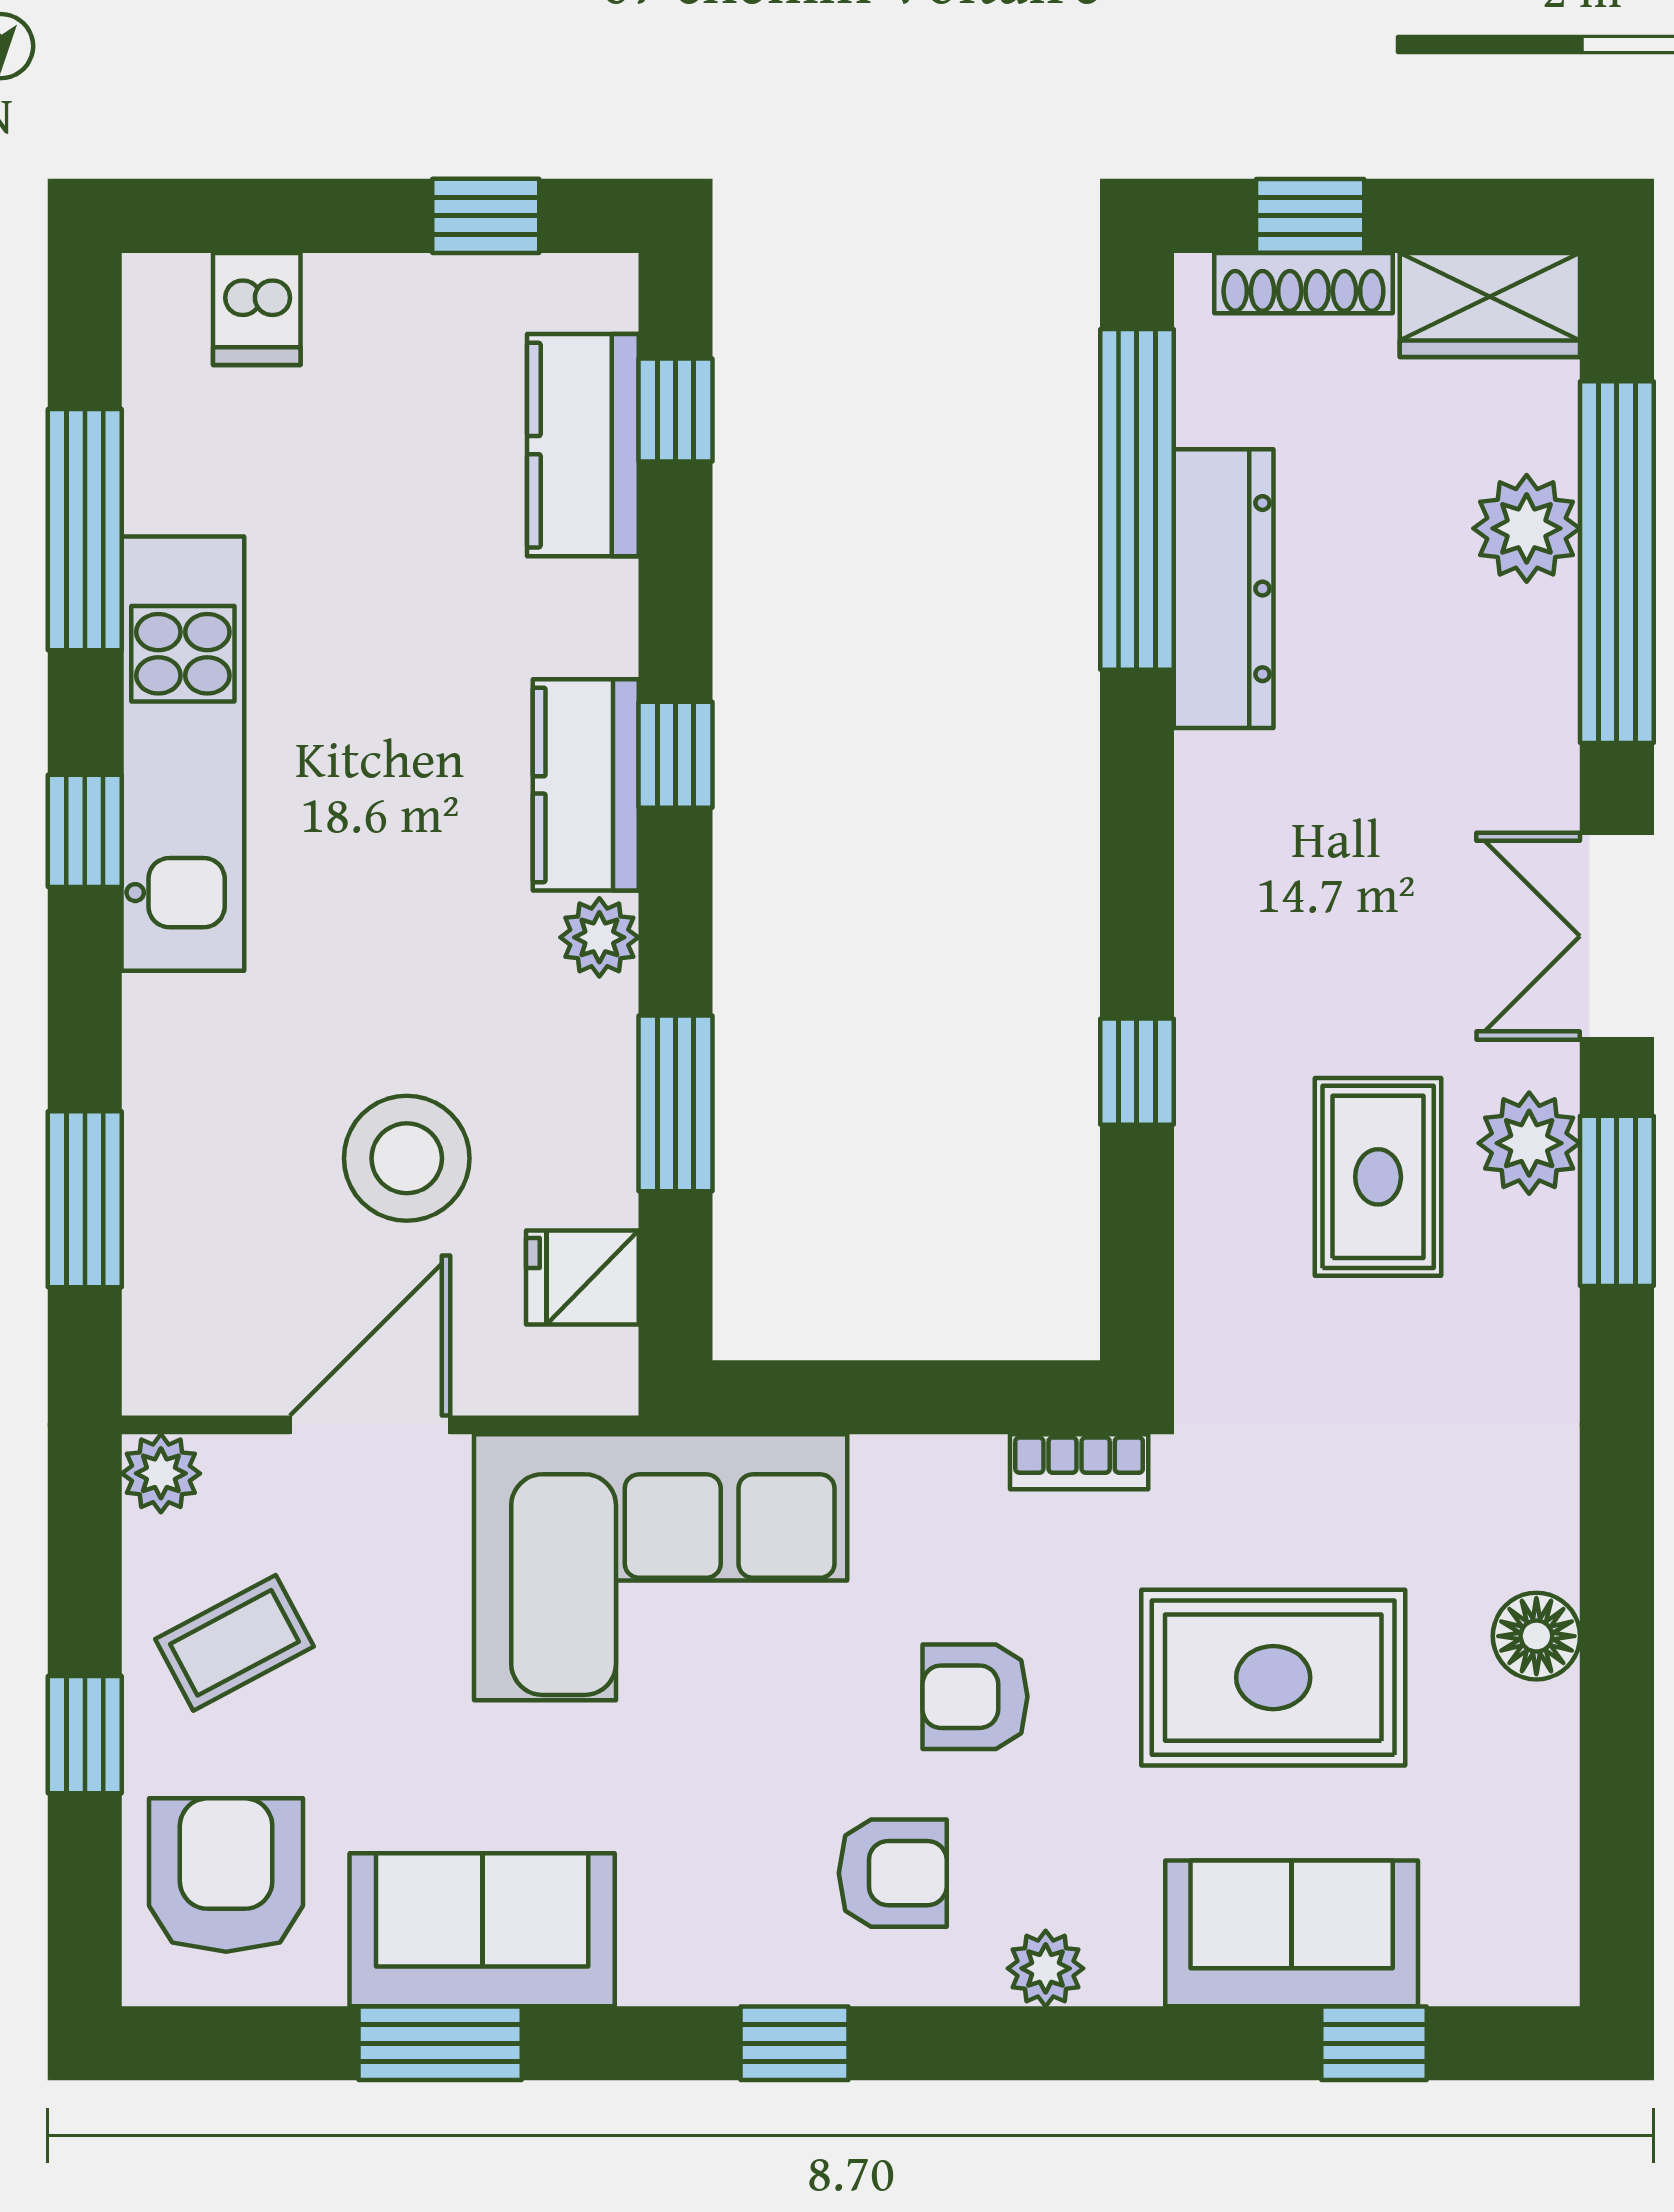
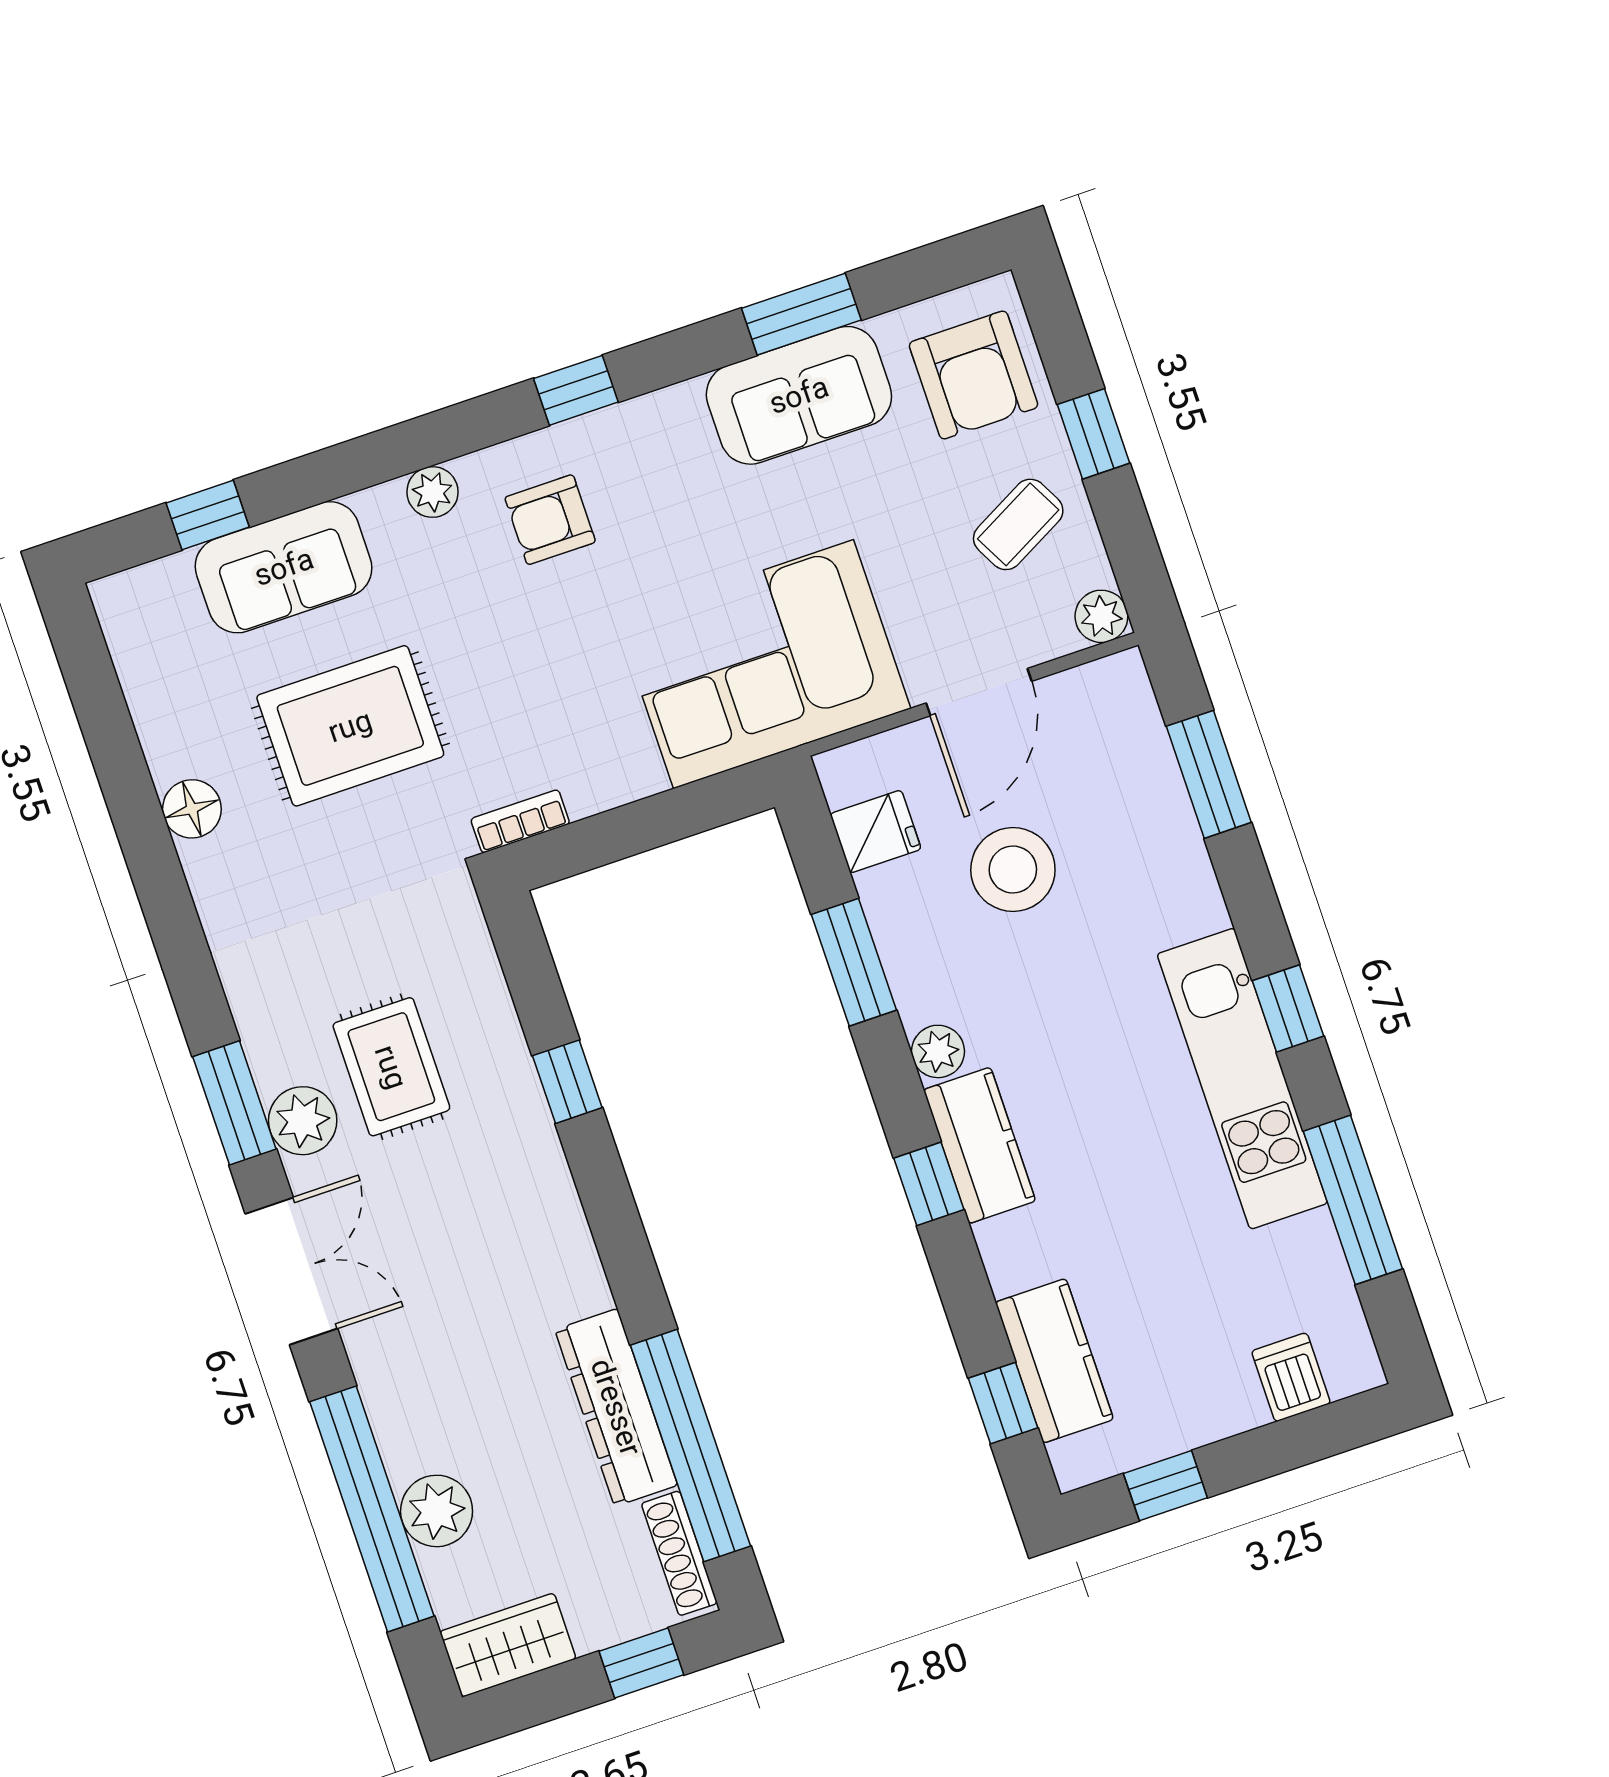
shoe rack: (1303, 283) -> (679, 1553), moved, turned -90
armchair: (975, 1697) -> (536, 650), removed

